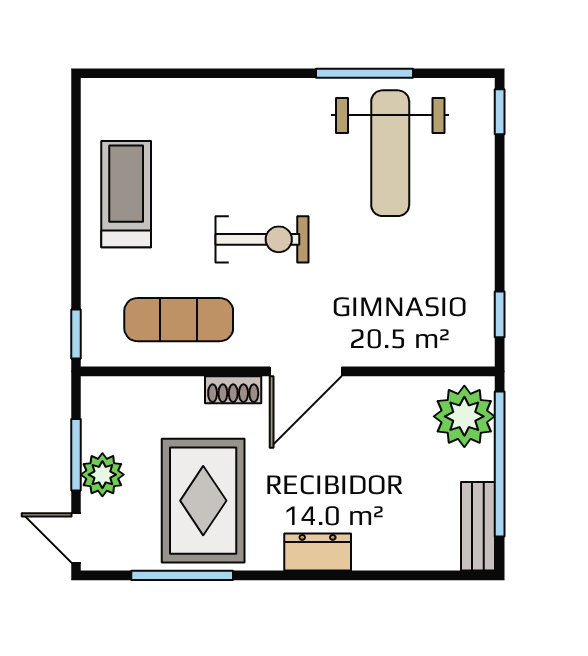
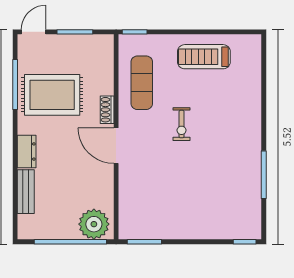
weight bench: (390, 153) -> (224, 187), removed
treadmill: (126, 194) -> (204, 57), turned 180
exercise bike: (262, 239) -> (182, 124), width x0.73, depth x0.72
window: (500, 314) -> (144, 242), width x1.50
plant: (102, 475) -> (65, 45), removed
bench: (478, 526) -> (26, 192), moved, turned 90

